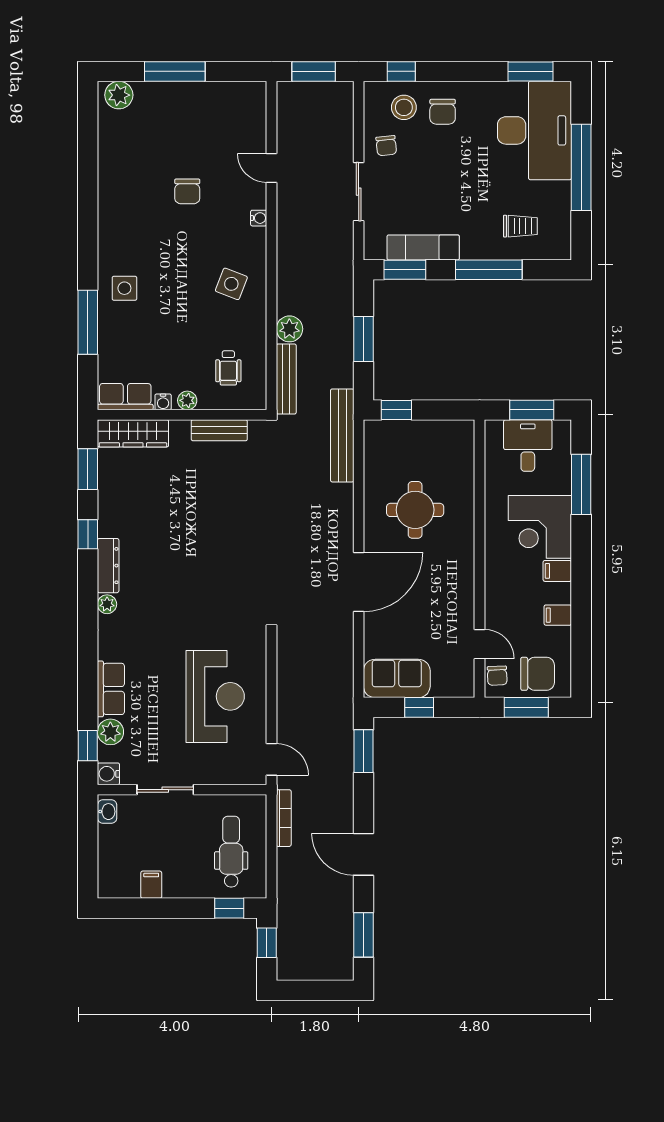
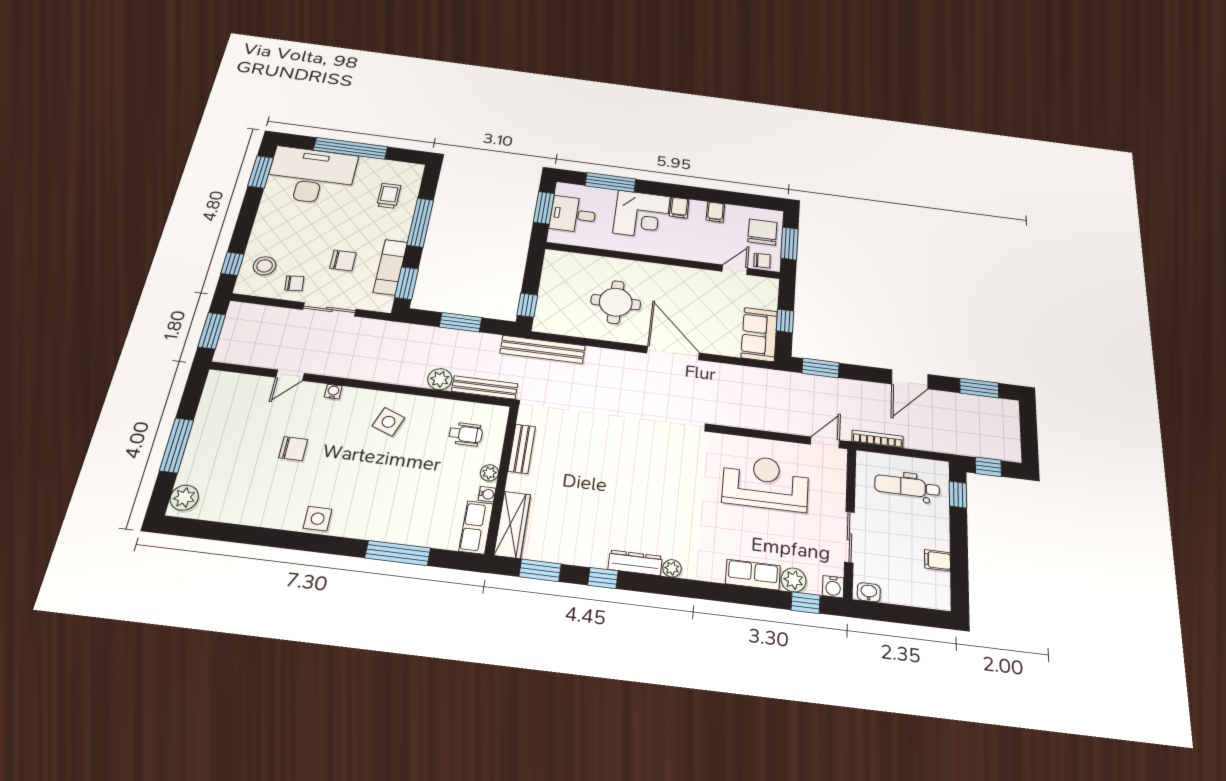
chair: (443, 112) -> (343, 261), moved
side table: (124, 288) -> (318, 519), moved

